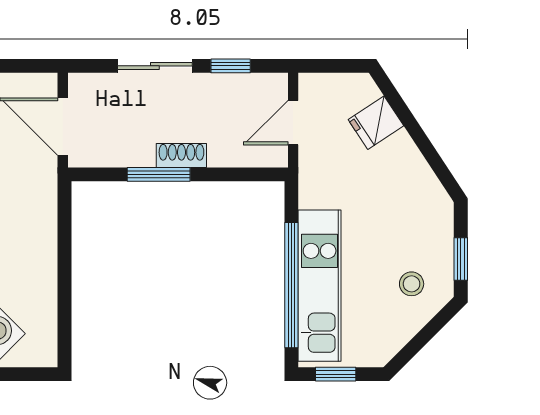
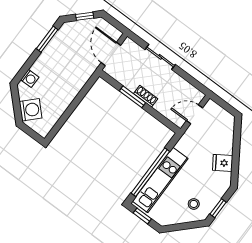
window: (231, 66) -> (187, 77), removed
fridge: (376, 123) -> (223, 163), moved

